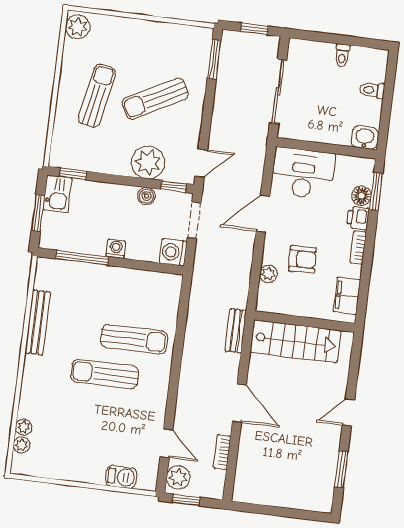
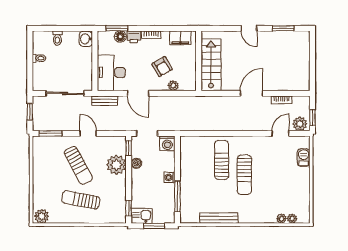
door: (201, 163) -> (88, 133), moved
armchair: (302, 259) -> (162, 67), turned 152
bench: (236, 331) -> (105, 101), moved

